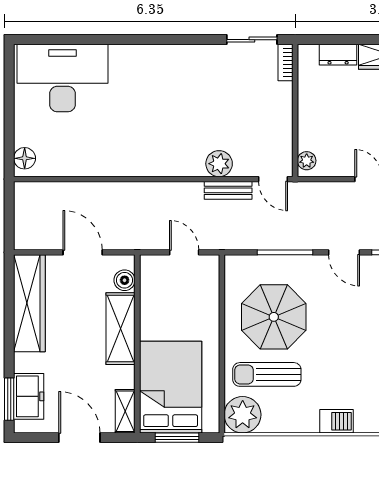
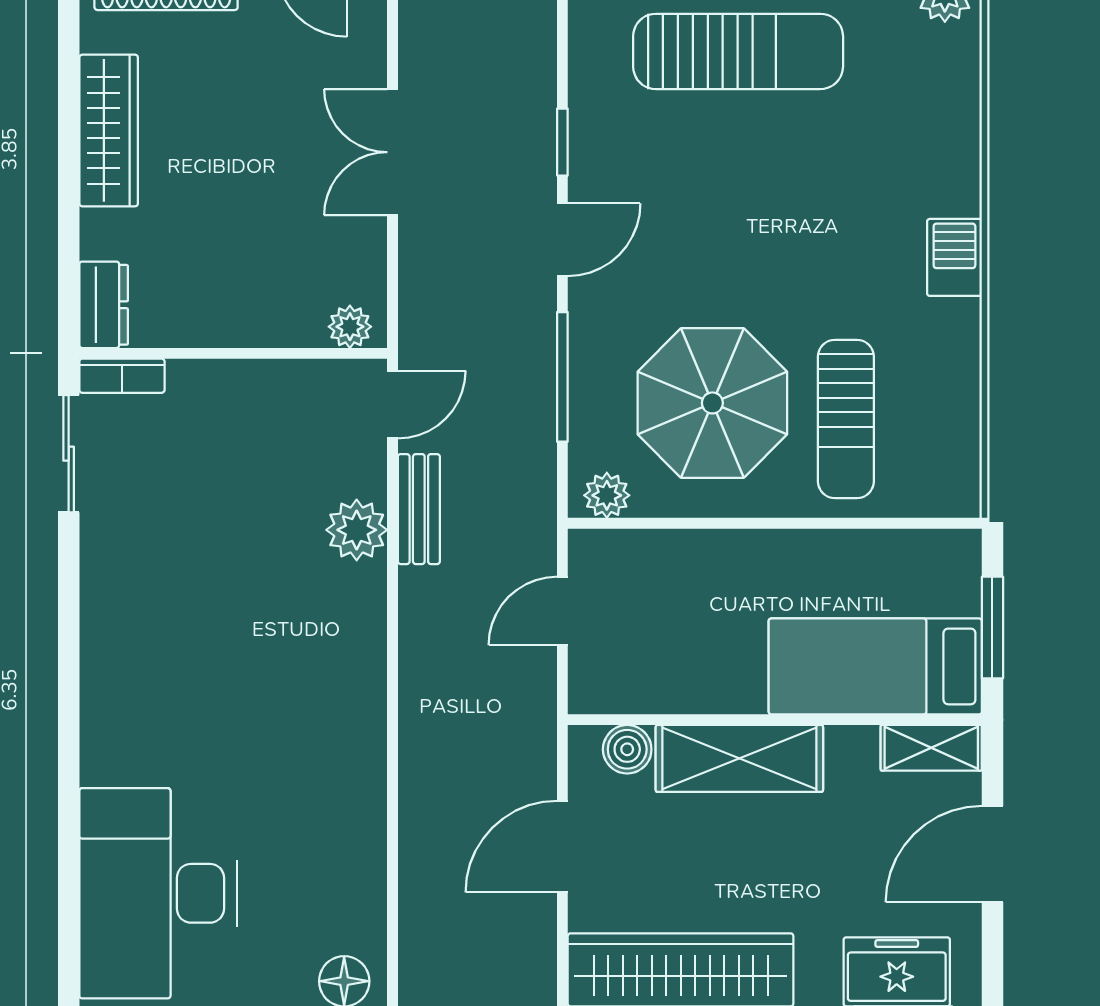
dresser: (338, 55) -> (104, 305), moved
bed: (171, 387) -> (875, 666), width x0.67
plant: (243, 415) -> (607, 495), moved, width x0.53, depth x0.53

